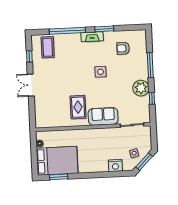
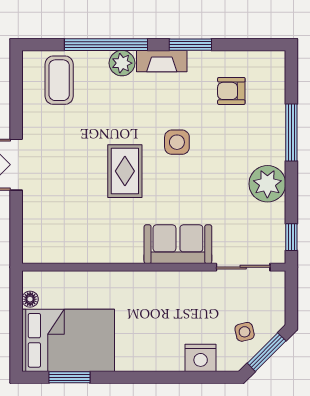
plant: (75, 38) -> (122, 63), added
window: (29, 56) -> (16, 99), removed
window: (152, 98) -> (291, 237), moved
rug: (78, 107) -> (125, 171), moved

